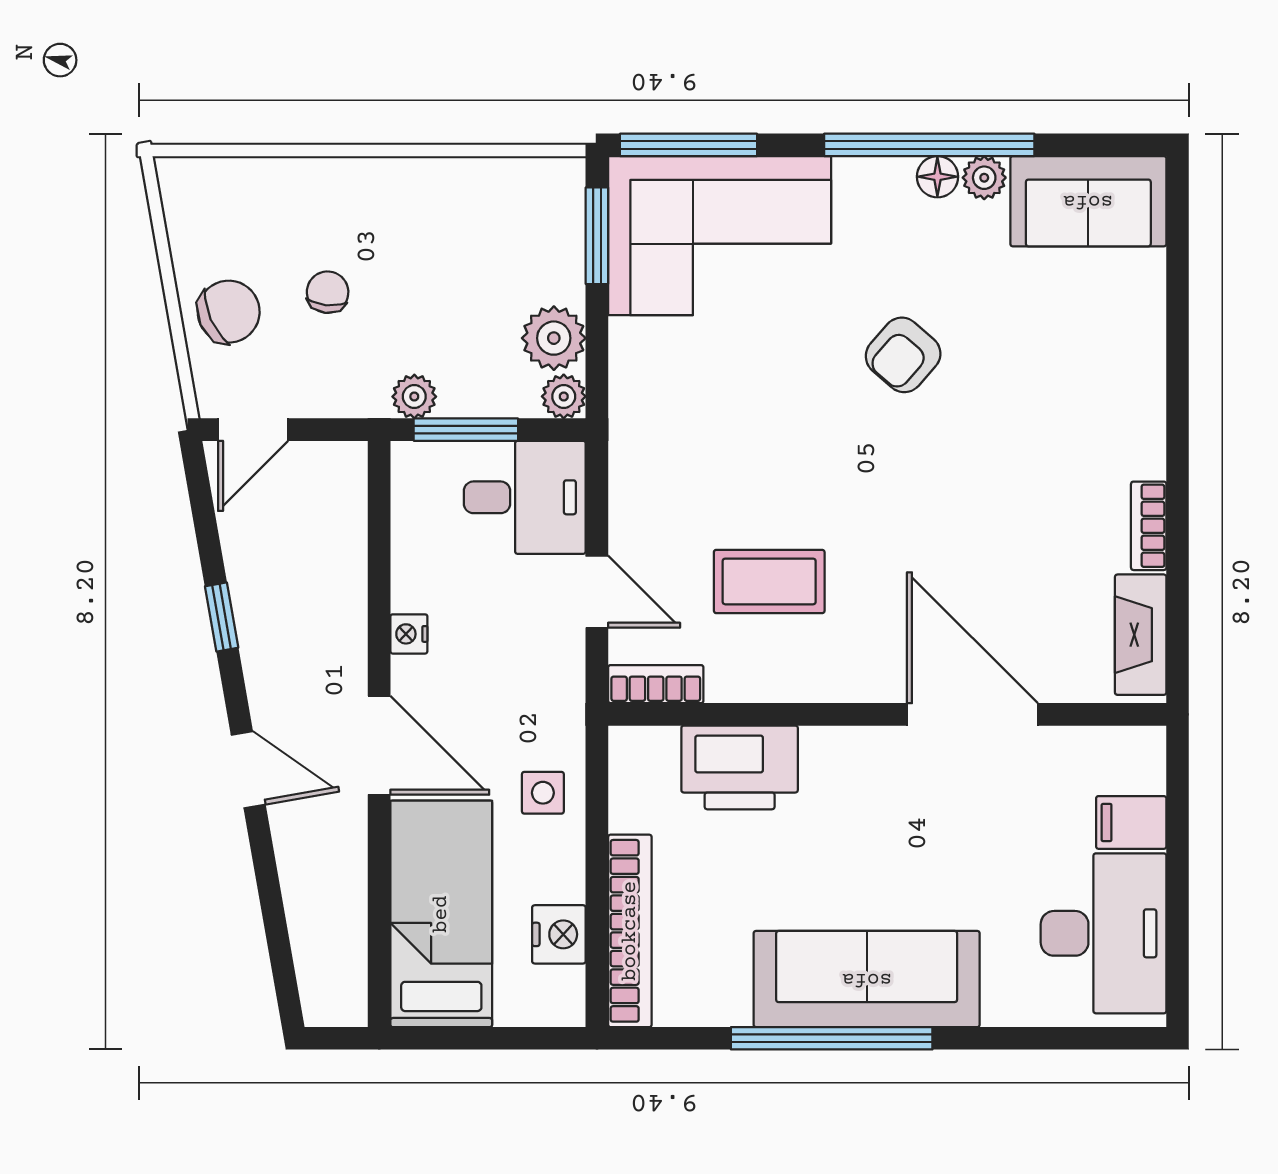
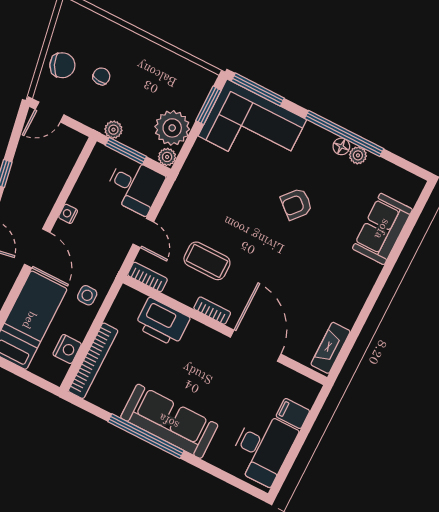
sofa: (1088, 201) -> (382, 229), moved, turned 90
plant: (554, 338) -> (172, 128), width x1.36, depth x1.36
bookcase: (1149, 526) -> (212, 311), moved, turned 90

